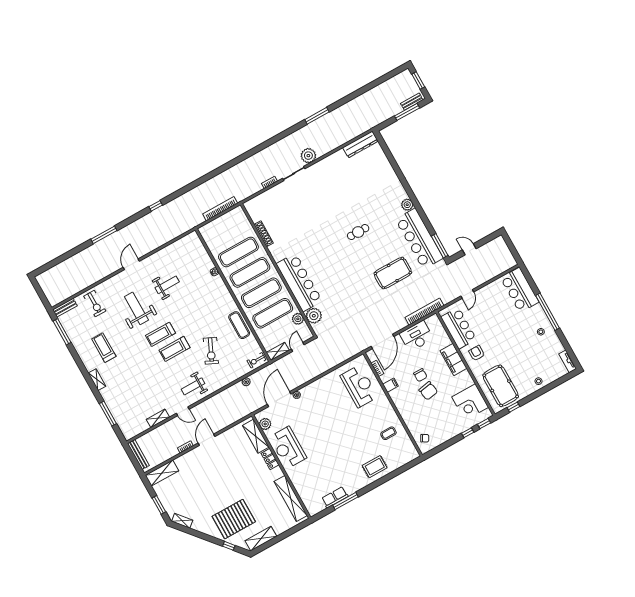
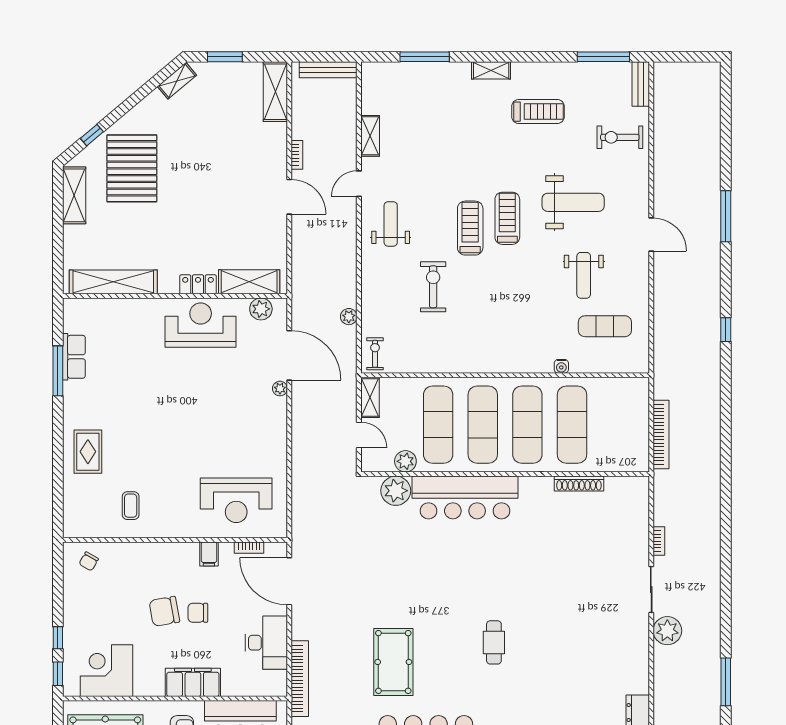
exercise mat: (239, 325) -> (605, 326), moved
exercise bike: (211, 351) -> (433, 287), turned 65

